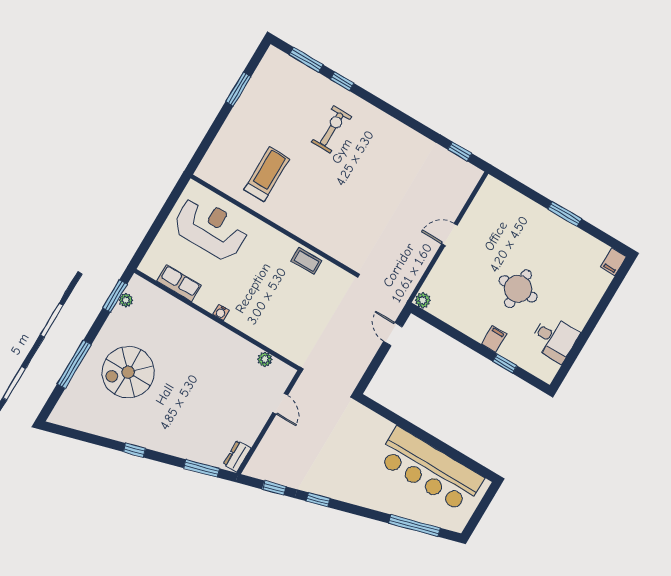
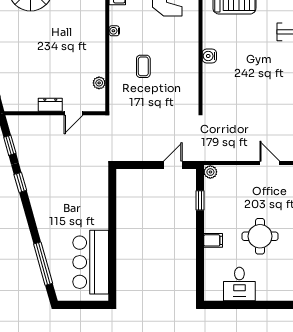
water cooler: (304, 231) -> (209, 56), added
coffee table: (306, 261) -> (143, 66), moved
window: (505, 364) -> (200, 200), moved
dresser: (237, 456) -> (50, 105), moved
bar counter: (430, 469) -> (91, 262), width x0.73

